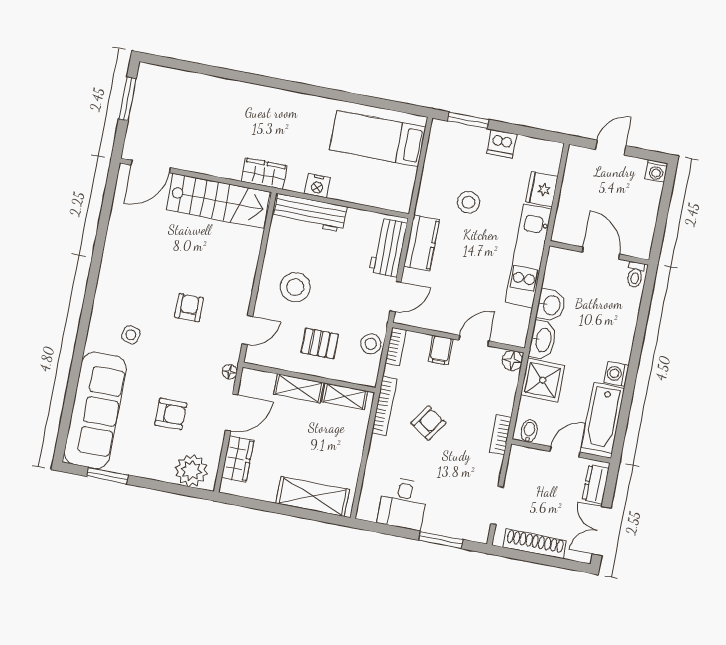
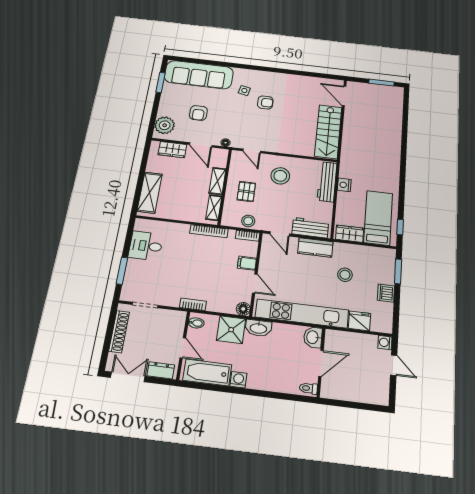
window: (396, 106) -> (400, 227), added
washing machine: (656, 171) -> (385, 343), moved
wardrobe: (264, 174) -> (350, 234), moved, turned -90
kitchen unit: (528, 256) -> (302, 313), width x1.36
washbasin: (551, 305) -> (313, 337), moved, turned 90
armchair: (189, 308) -> (265, 102), moved
armchair: (428, 423) -> (199, 258), removed

